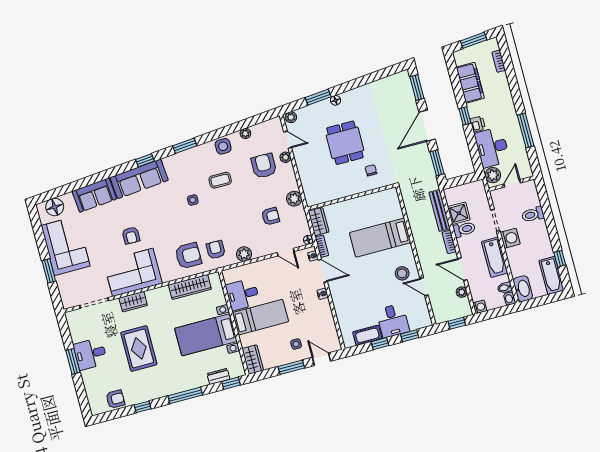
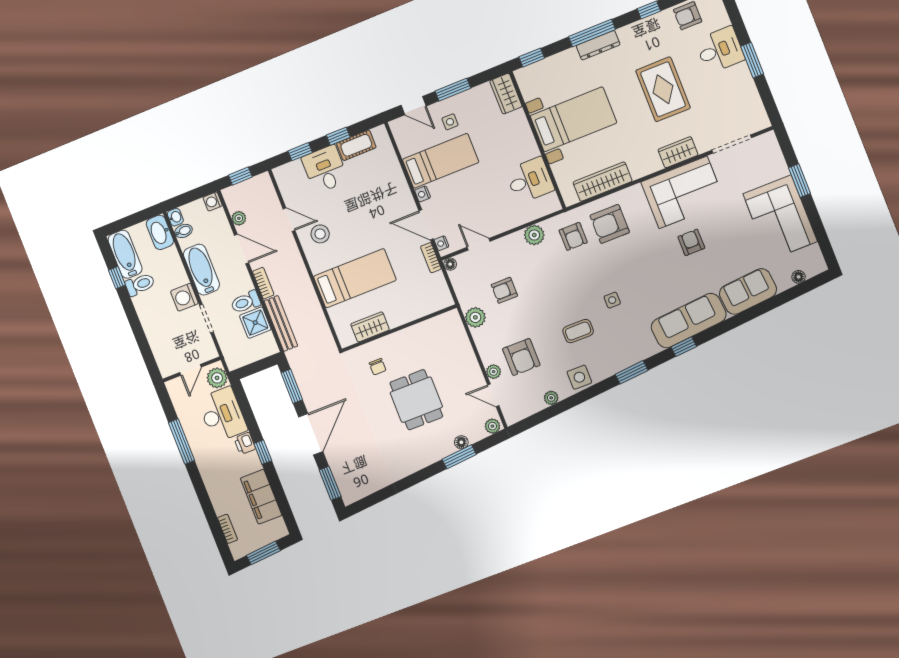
floor lamp: (336, 100) -> (461, 442), moved
floor lamp: (55, 207) -> (799, 277), width x0.53, depth x0.53
toilet: (533, 214) -> (140, 284), moved
wardrobe: (319, 222) -> (370, 327), moved, turned 90
bed: (260, 317) -> (441, 161), moved, turned 180
desk: (90, 354) -> (720, 50), moved
dresser: (218, 376) -> (598, 45), moved, width x1.44

